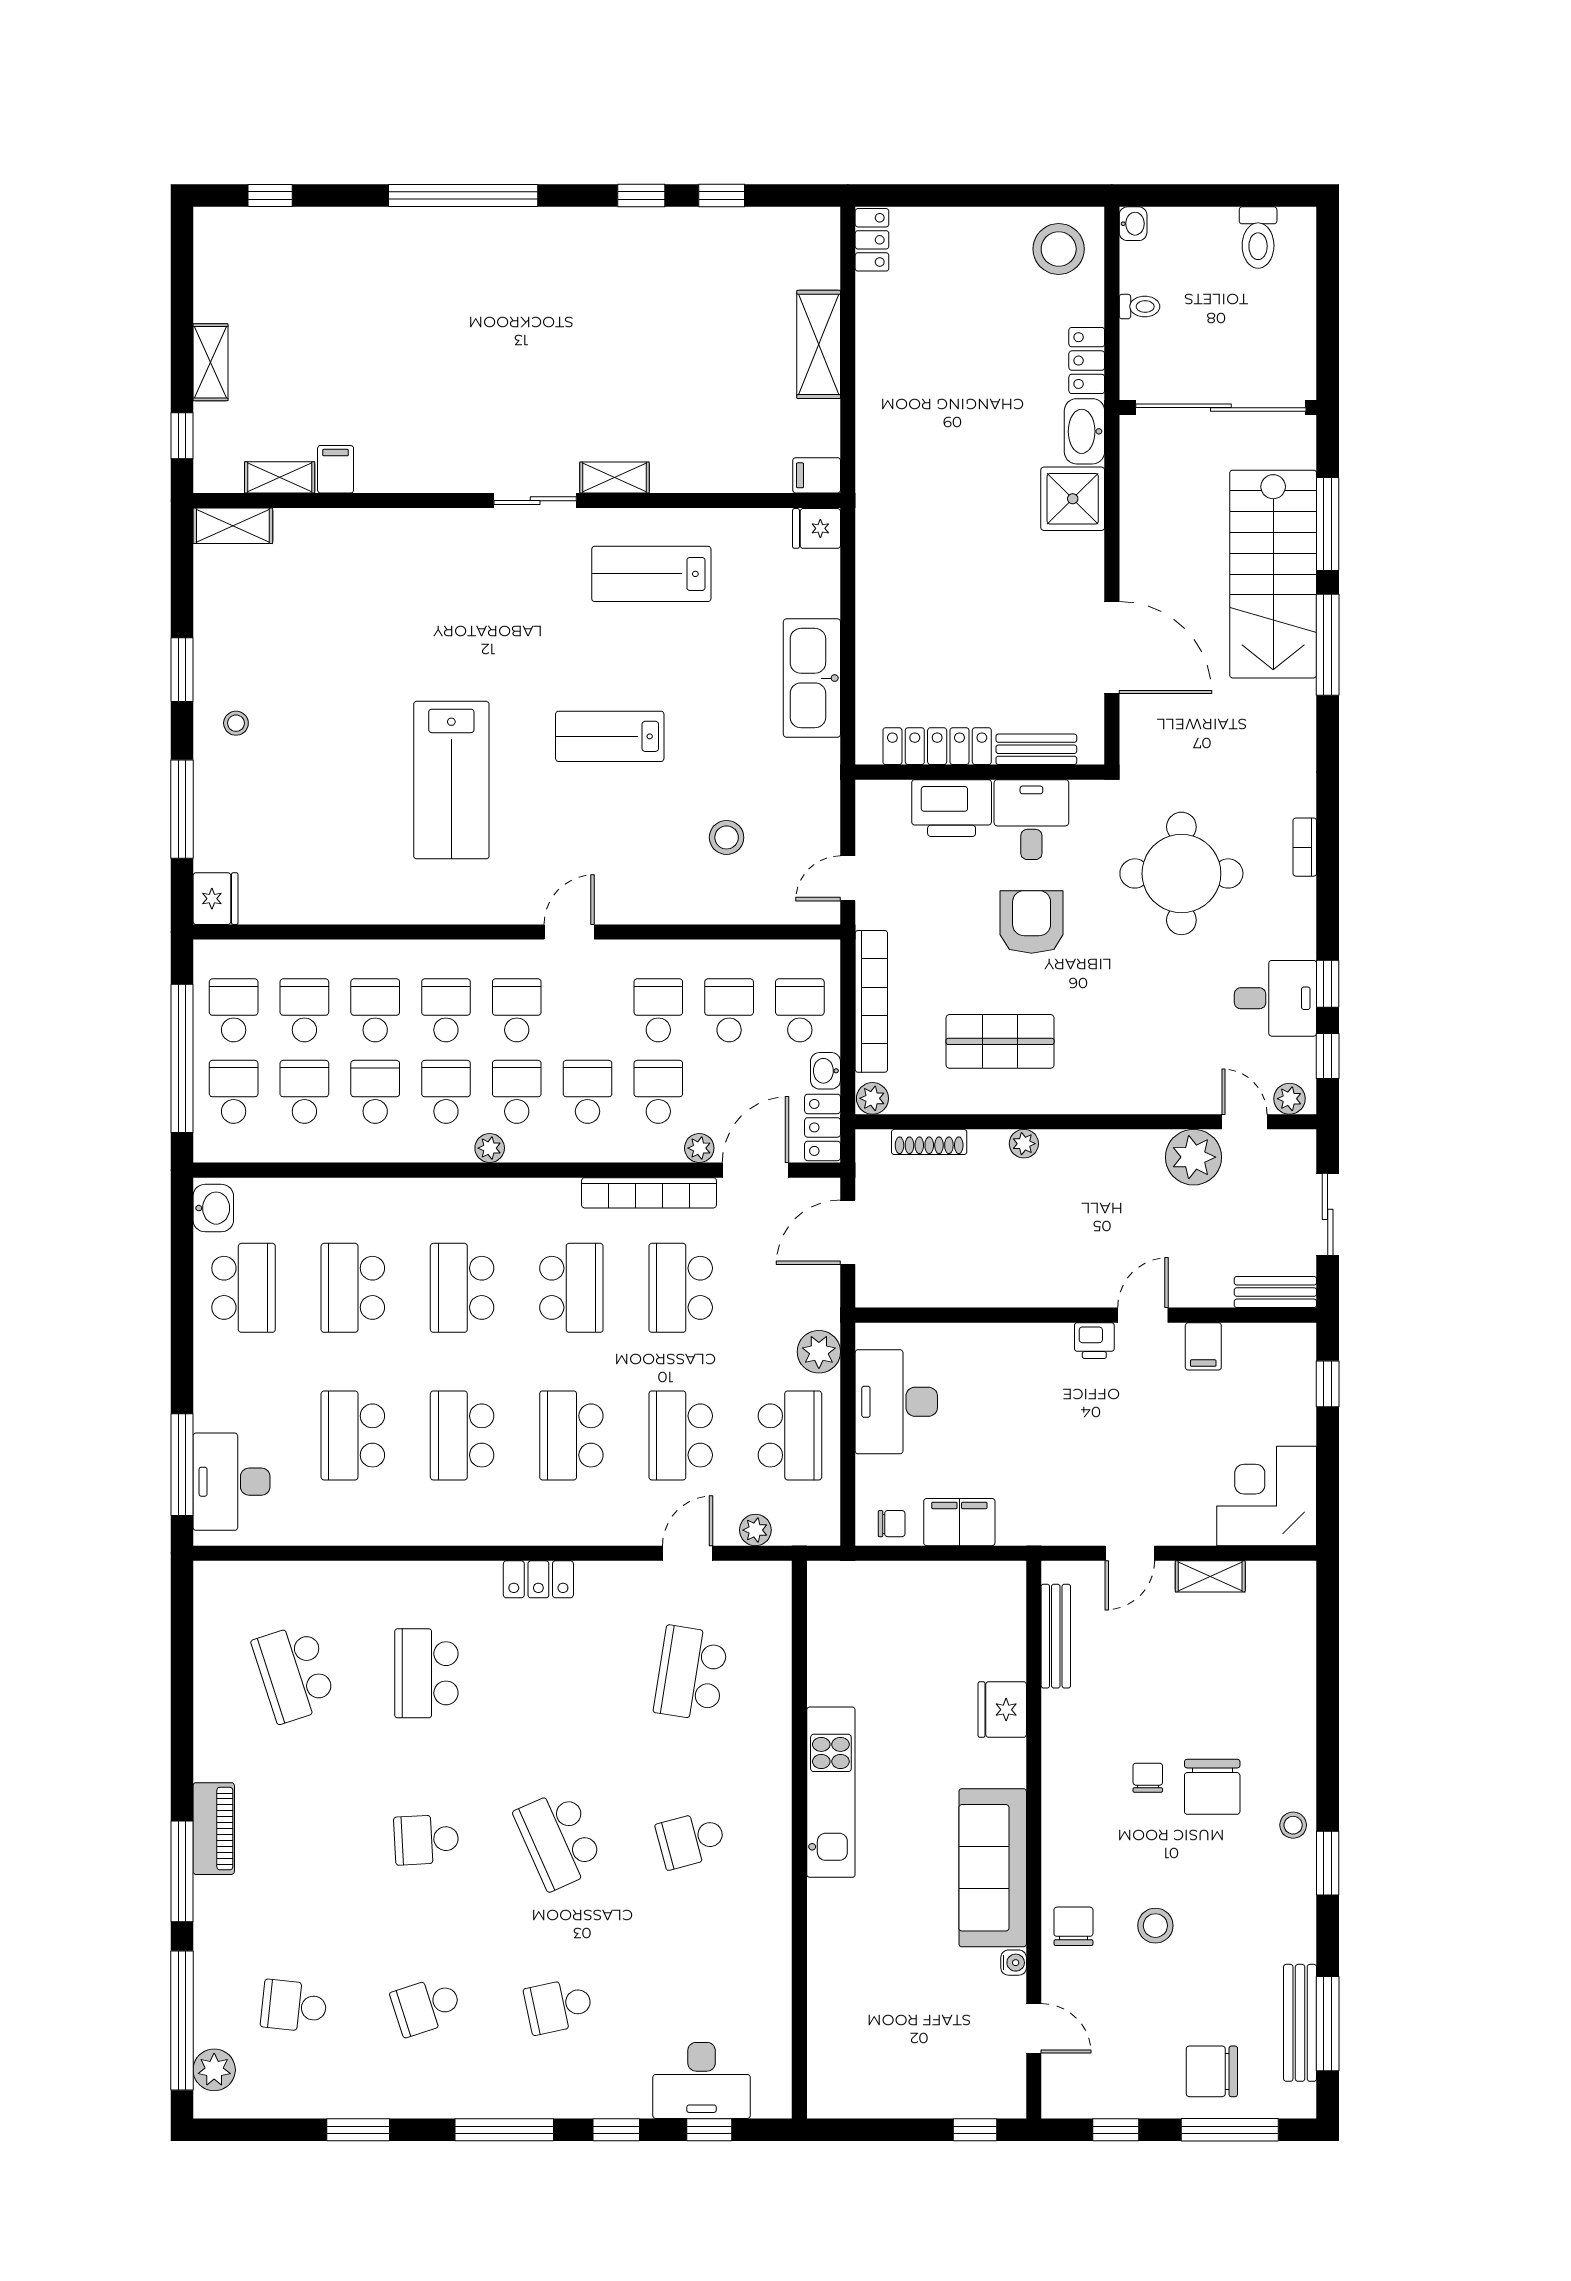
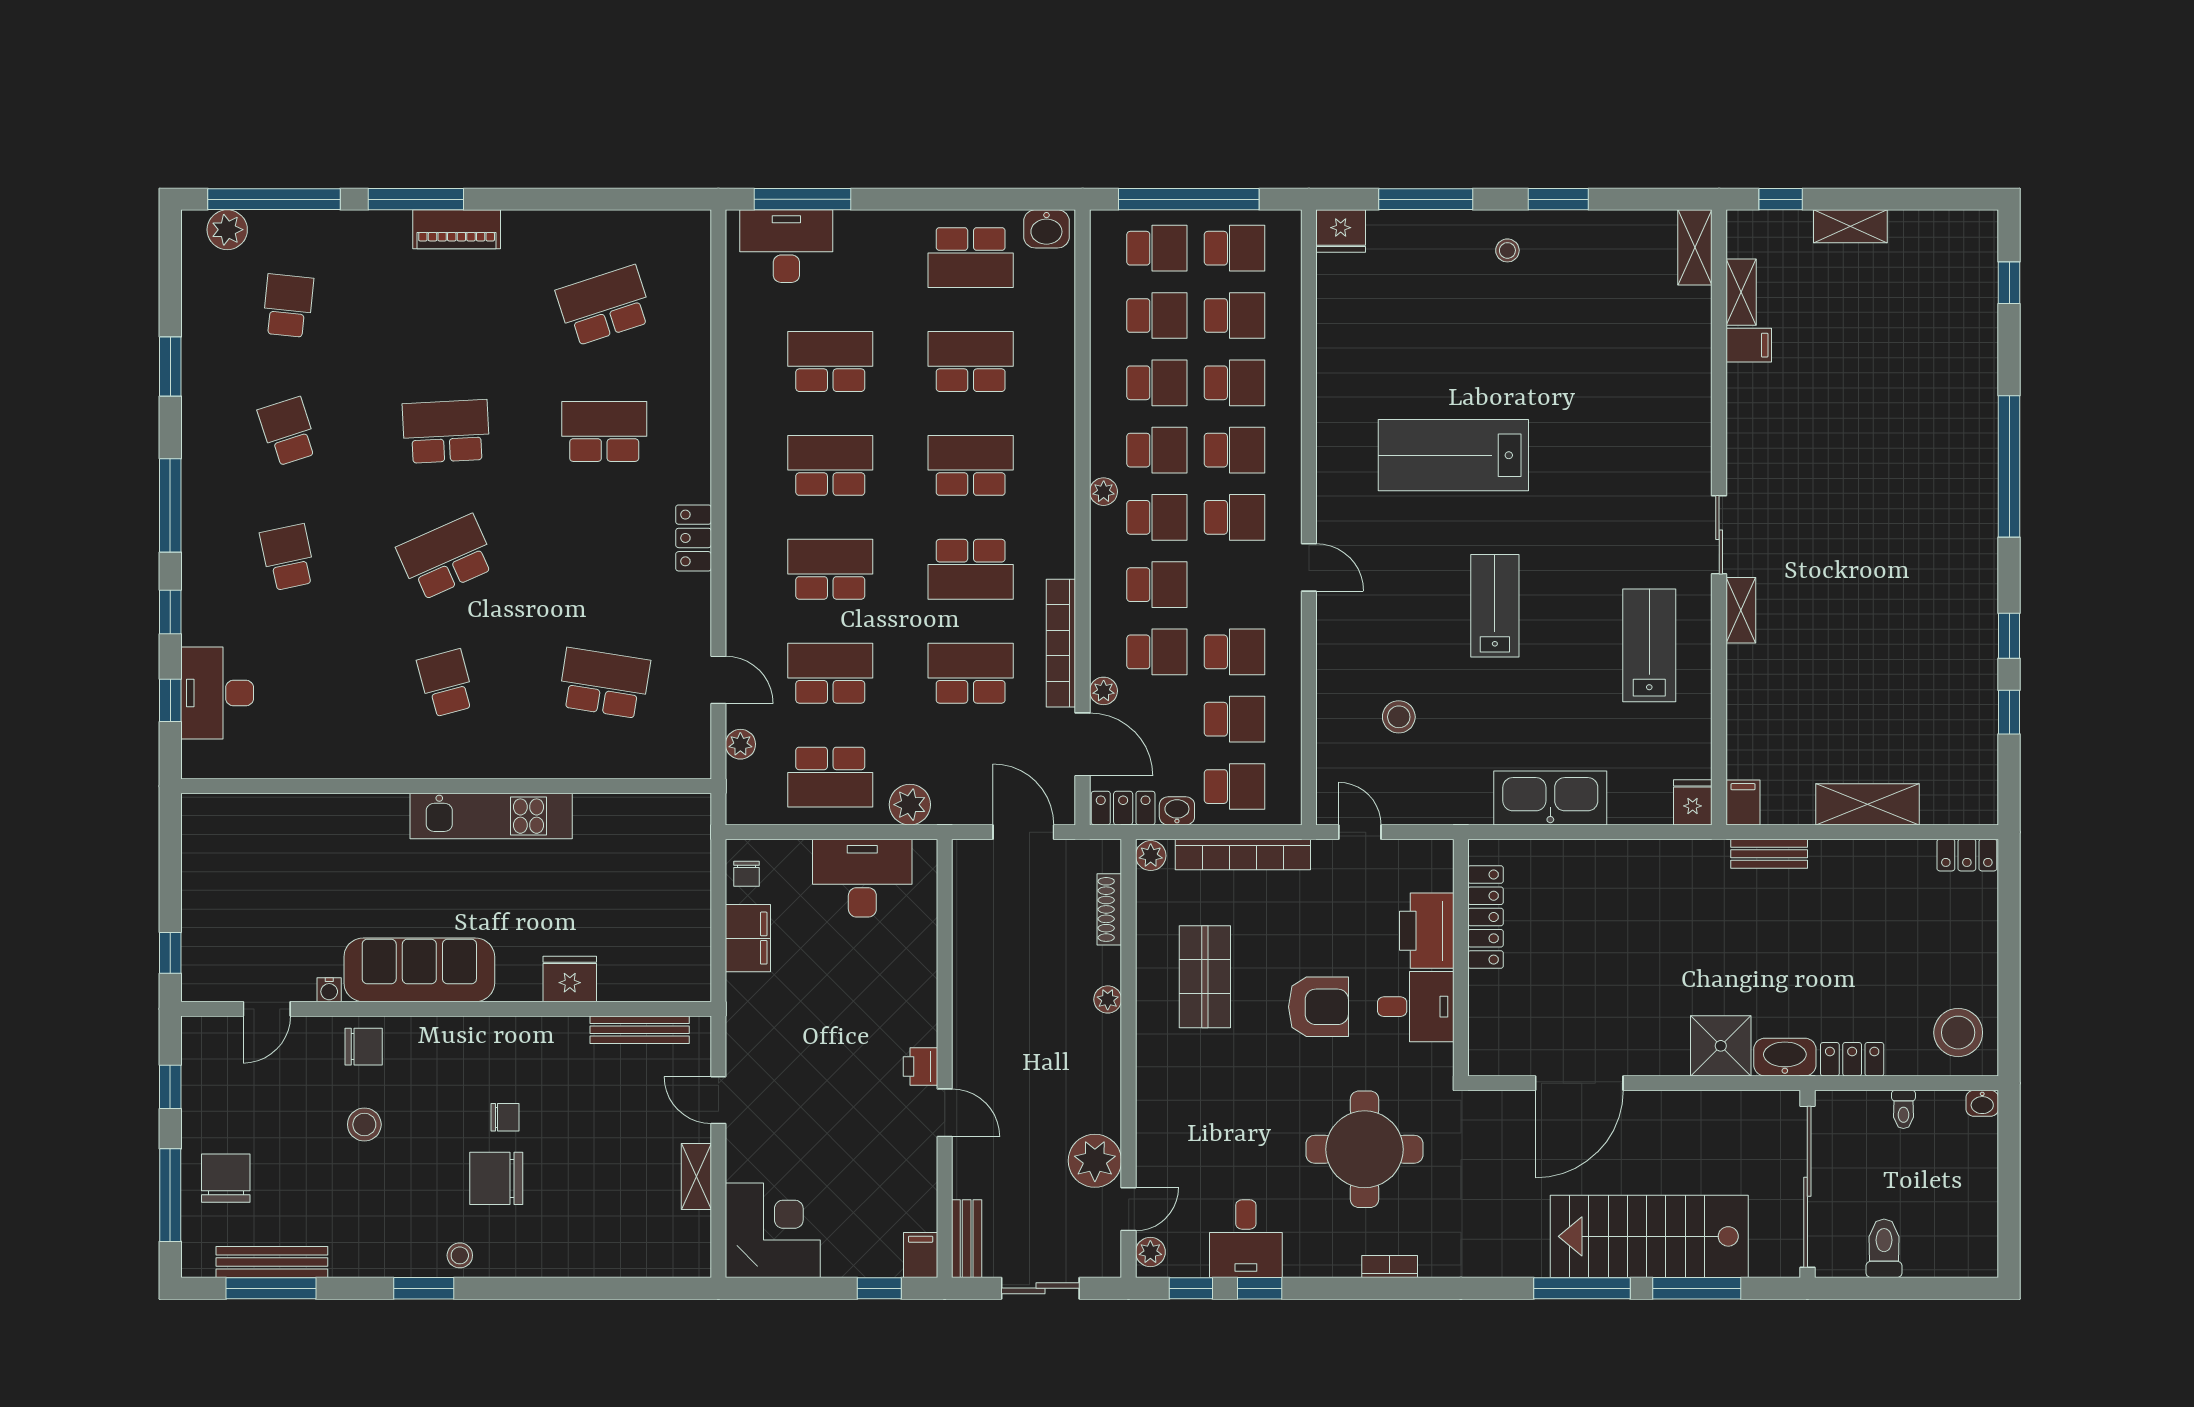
toilet: (1258, 238) -> (1884, 1248), moved, turned 90
bench: (1036, 749) -> (1769, 854), moved, turned 90
filing cabinet: (1203, 1346) -> (921, 1255), moved, turned 90
school desk: (426, 1840) -> (446, 431), width x1.85

